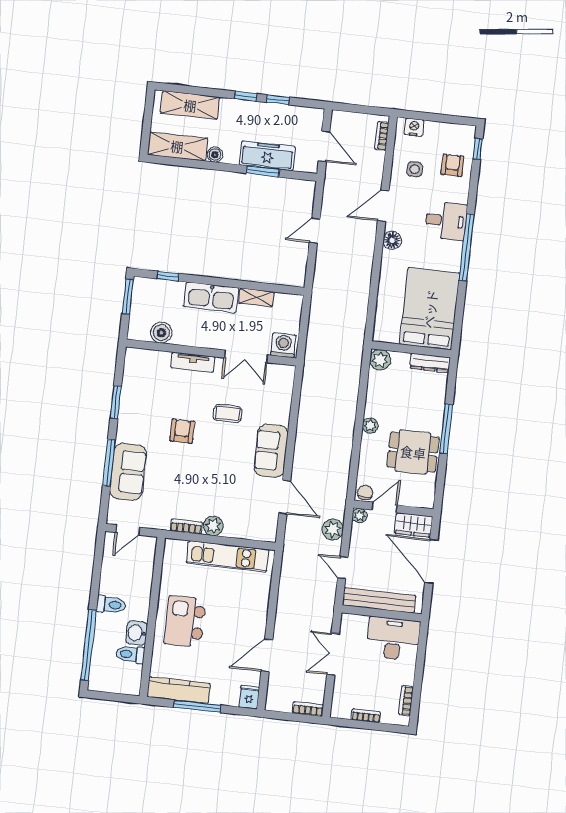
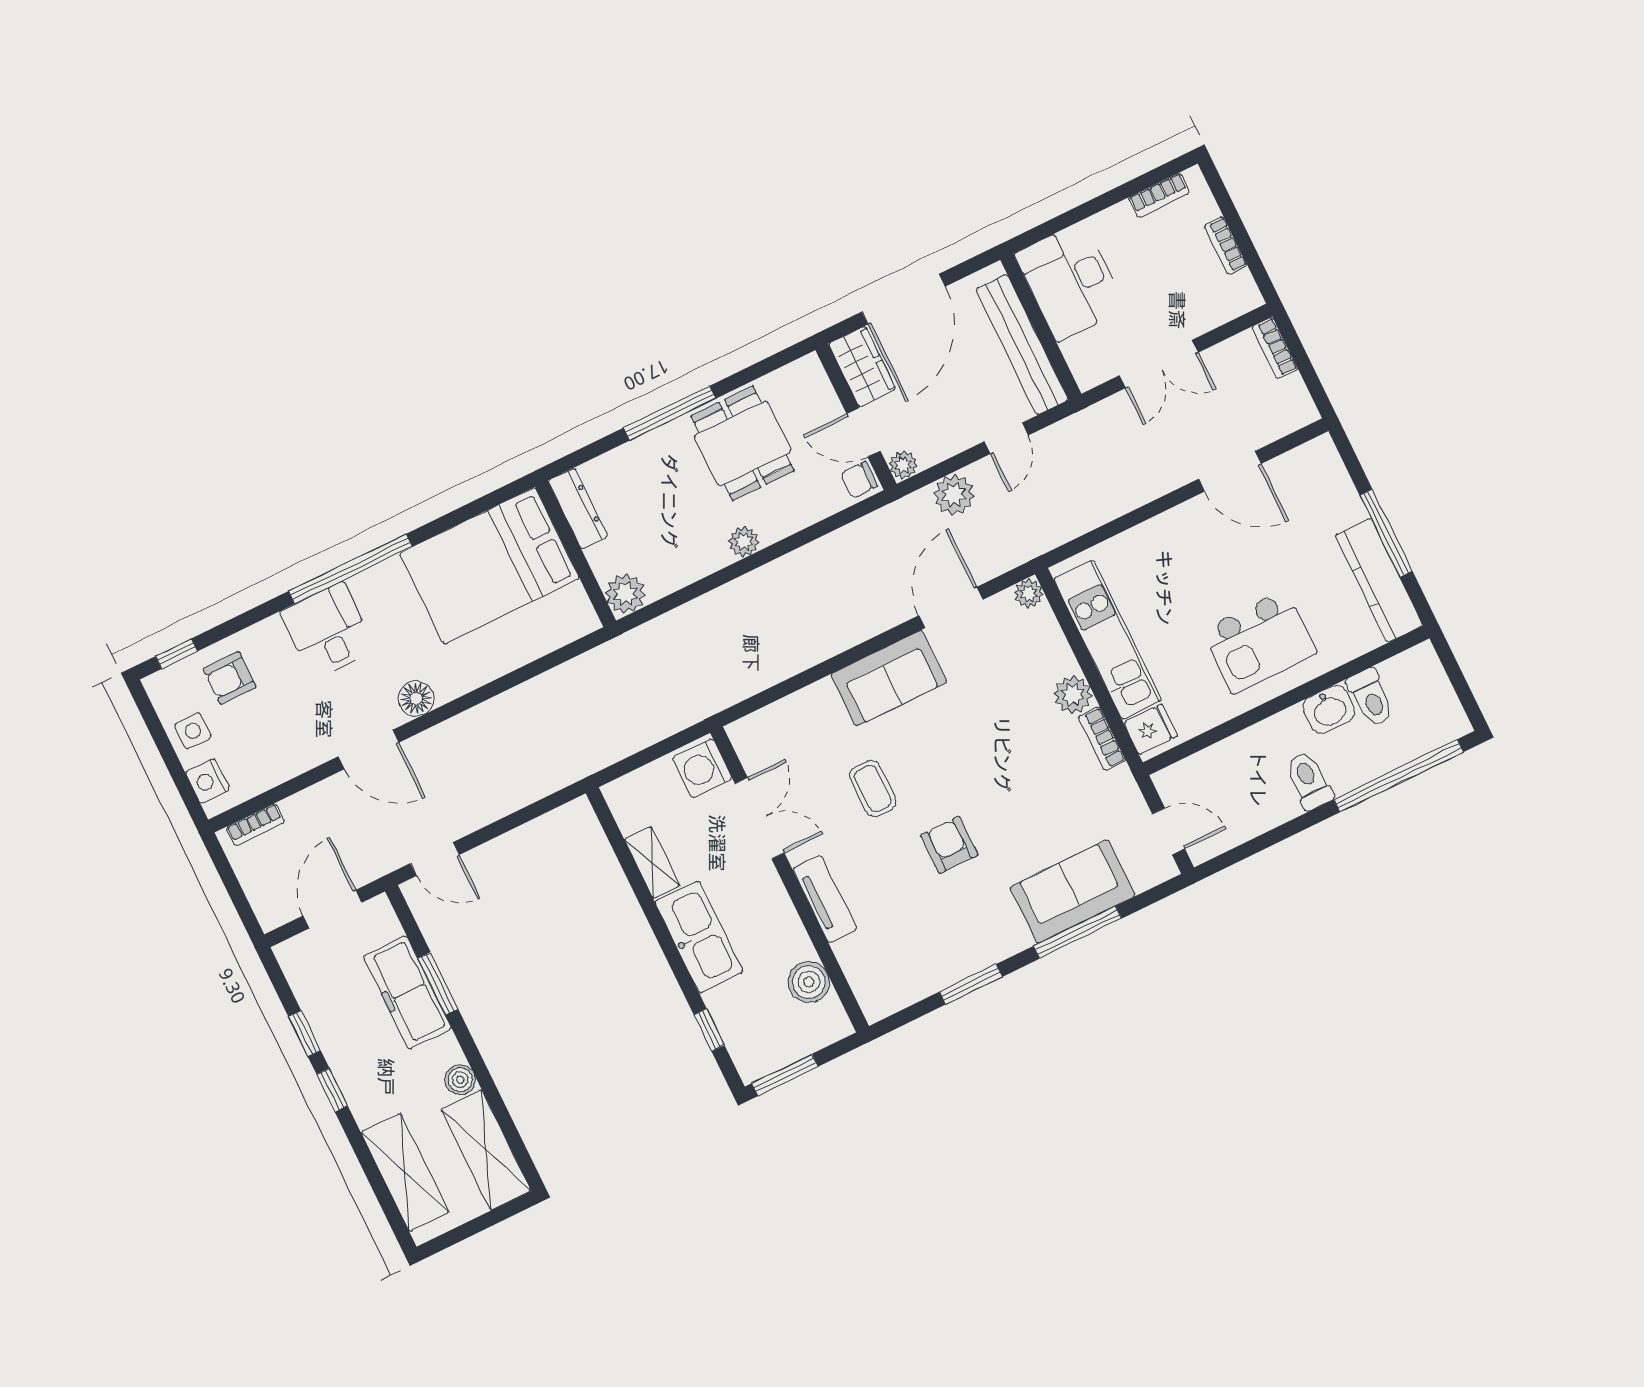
side table: (415, 169) -> (193, 731), moved
door: (315, 231) -> (435, 859), moved
armchair: (182, 431) -> (949, 845), turned 90
plant: (269, 535) -> (1029, 593), added
fridge: (249, 697) -> (1151, 729), moved, turned 180

